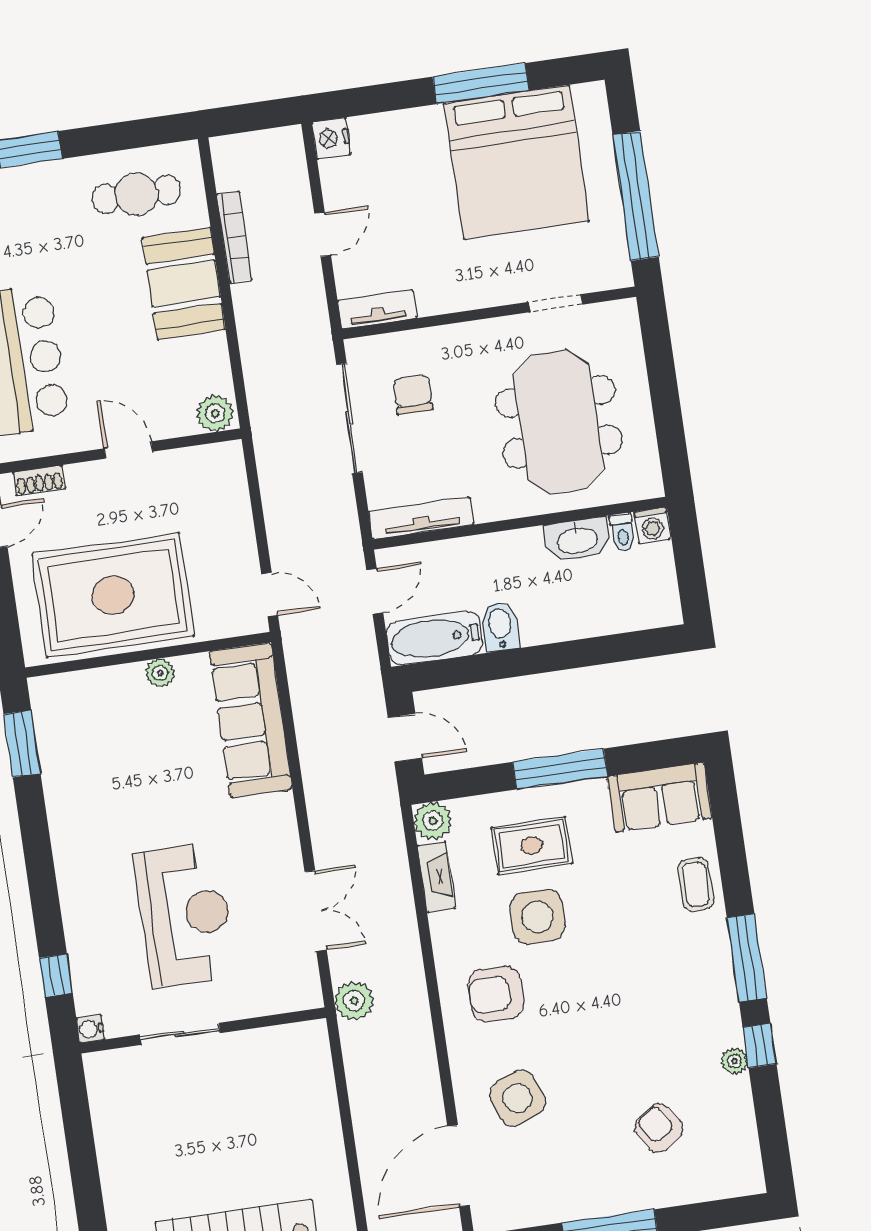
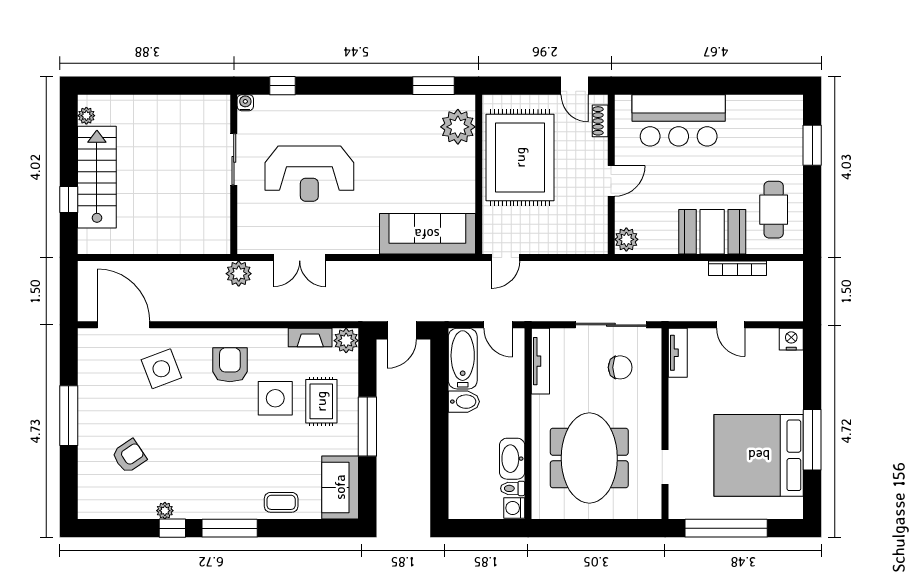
meeting table: (559, 422) -> (589, 458), turned 90
plant: (160, 673) -> (458, 127), moved, width x1.88, depth x1.88

